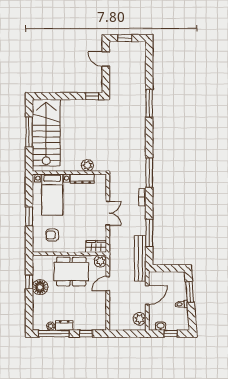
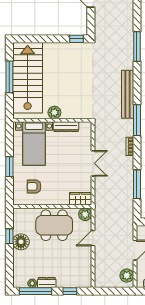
plant: (87, 165) -> (54, 113), moved
bench: (140, 258) -> (128, 94), moved

